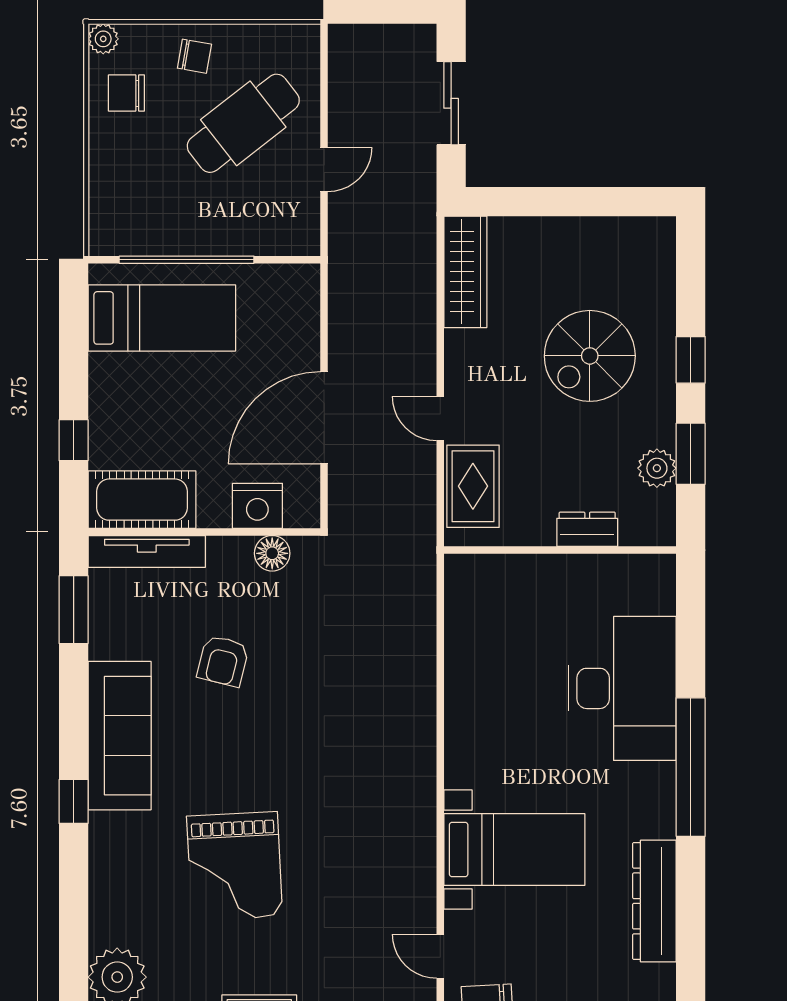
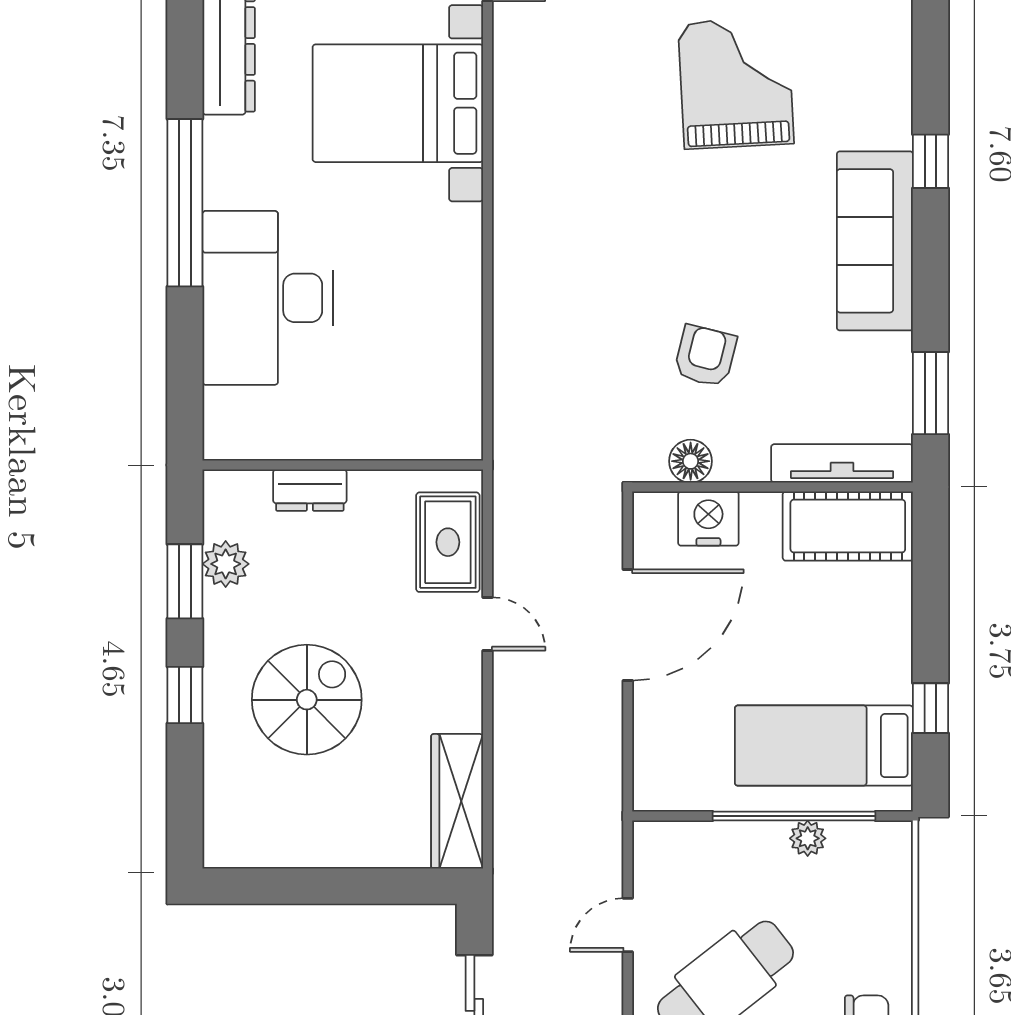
plant: (175, 241) -> (808, 838), added
window: (74, 440) -> (930, 708), moved
armchair: (223, 661) -> (705, 356), moved
bed with nightstands: (514, 850) -> (398, 103), width x1.36

